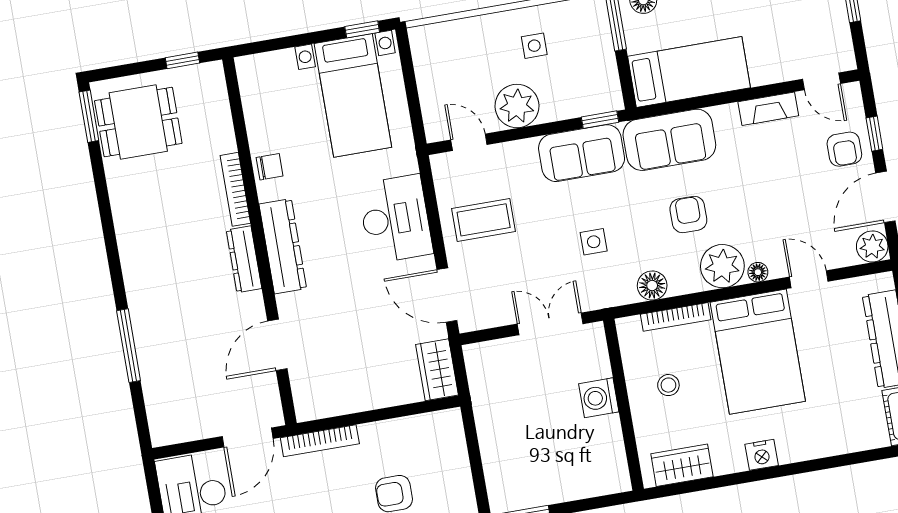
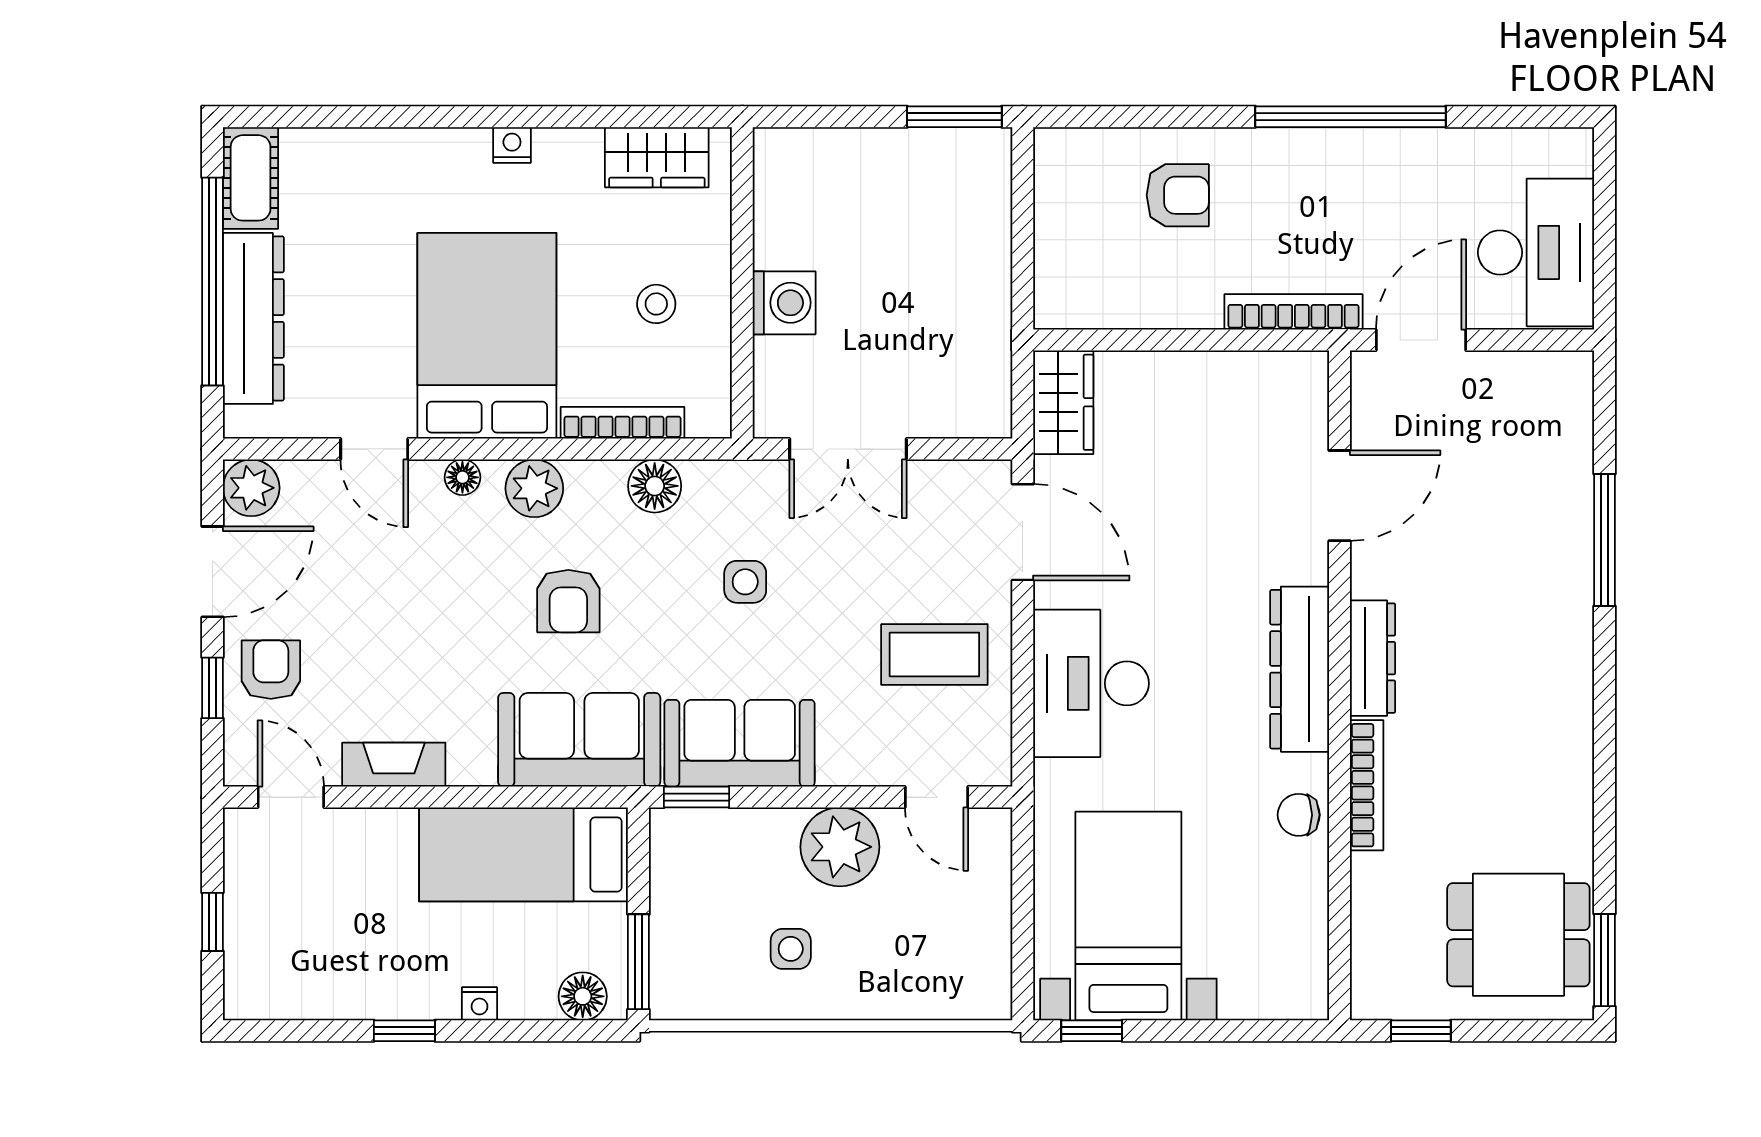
plant: (722, 266) -> (534, 488), width x0.73, depth x0.73
nightstand: (762, 455) -> (512, 145), width x0.72, depth x0.74

